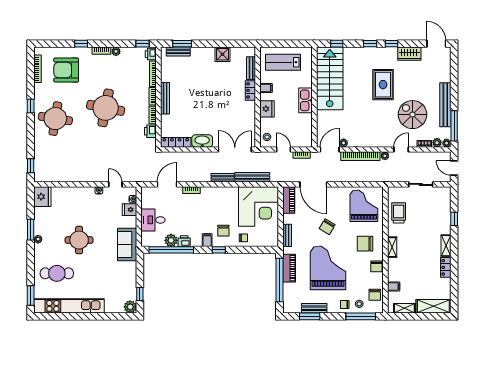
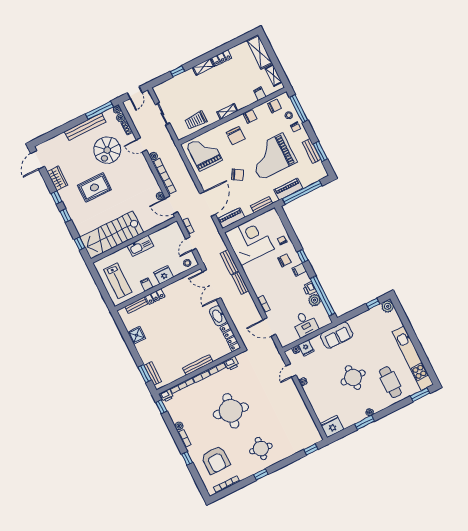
round table: (55, 119) -> (261, 449), width x0.73, depth x0.73
bench: (252, 177) -> (229, 262), width x0.73
grand piano: (364, 206) -> (204, 153), turned 90

